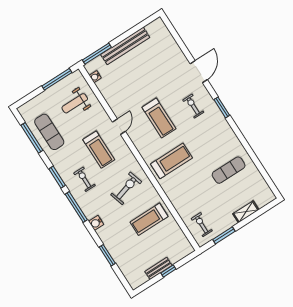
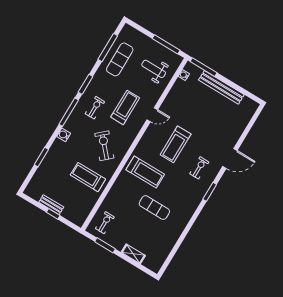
treadmill: (99, 150) -> (125, 107), turned 180
exercise mat: (229, 170) -> (154, 208), moved
exercise bike: (126, 188) -> (104, 146), turned -115

